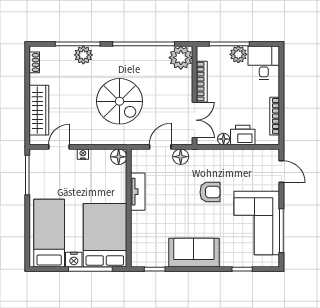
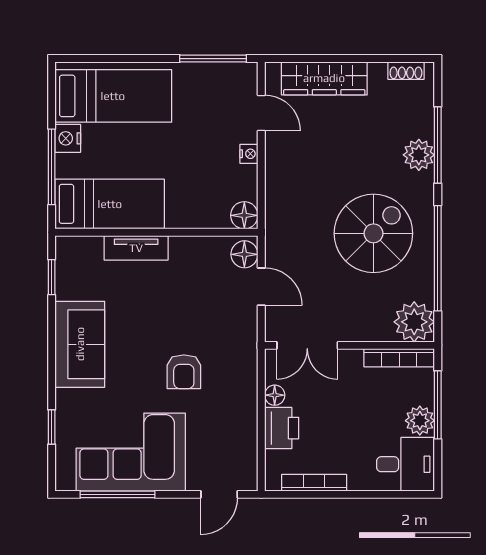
bookcase: (202, 82) -> (399, 358), moved
spiral stairs: (120, 101) -> (373, 233), moved, turned 180
floor lamp: (181, 157) -> (244, 254), moved
tv unit: (138, 192) -> (136, 248), moved
bed: (105, 235) -> (110, 204), width x0.67

